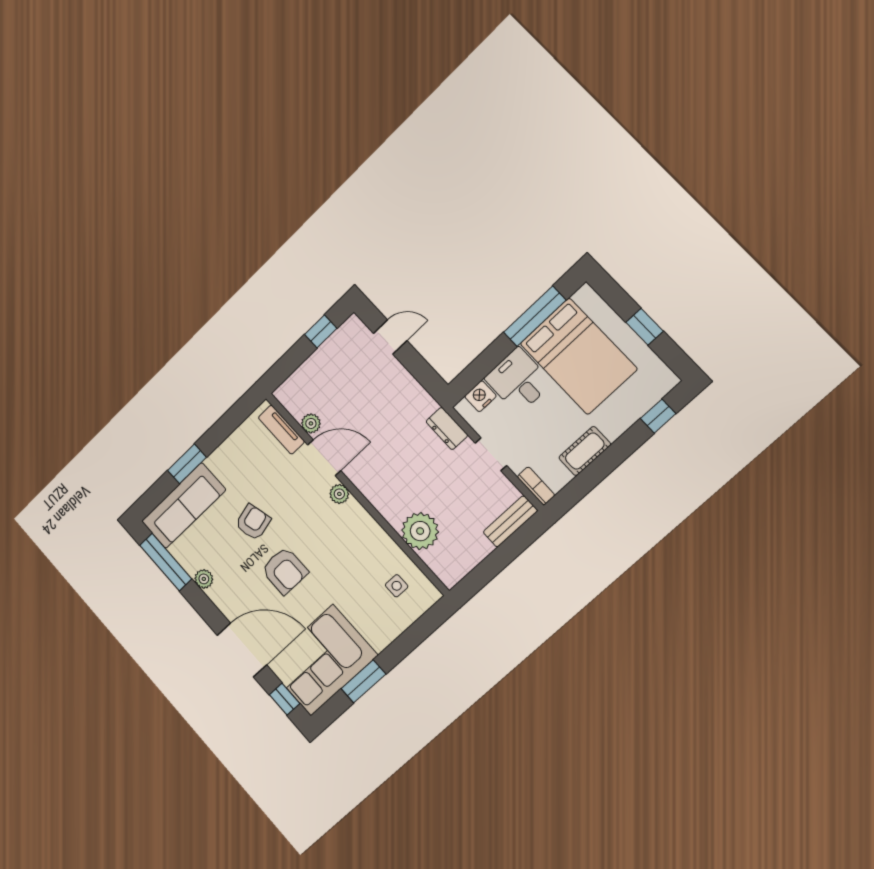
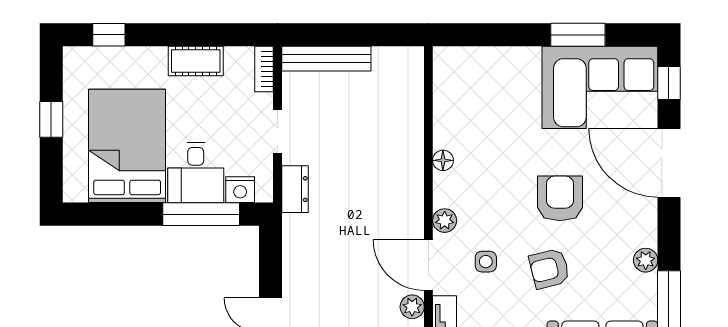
window: (535, 316) -> (201, 214), moved
bench: (510, 521) -> (326, 59), width x1.36
floor lamp: (374, 530) -> (443, 160), added
plant: (420, 531) -> (402, 122), removed
side table: (397, 586) -> (486, 262), moved

